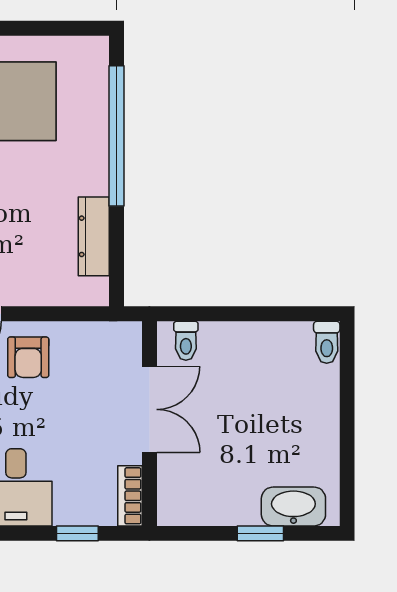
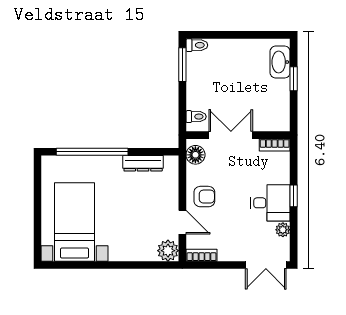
window: (288, 314) -> (182, 65), added
floor lamp: (111, 340) -> (195, 155), added
window: (77, 533) -> (294, 196), moved

